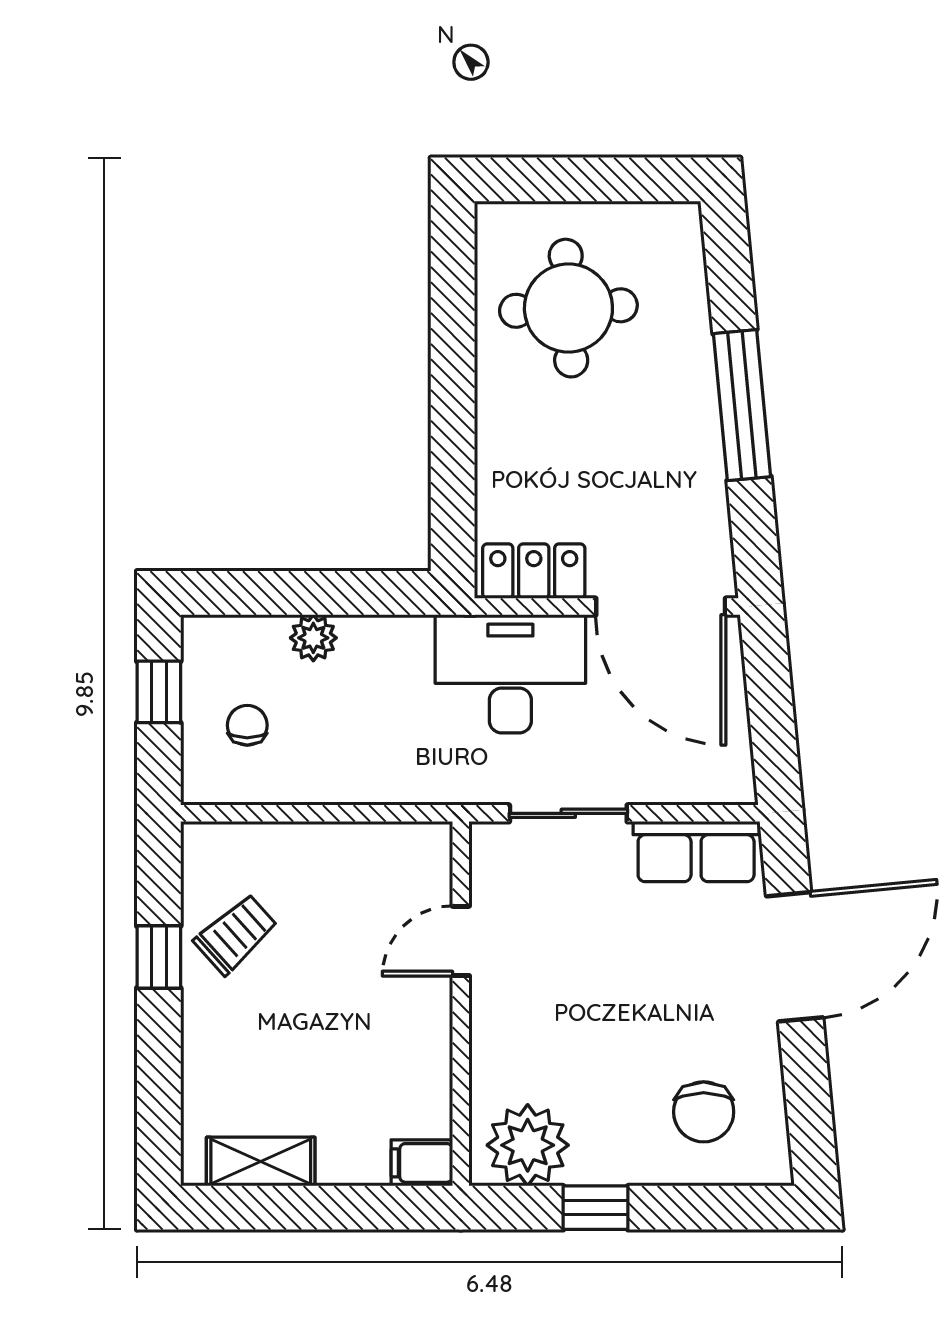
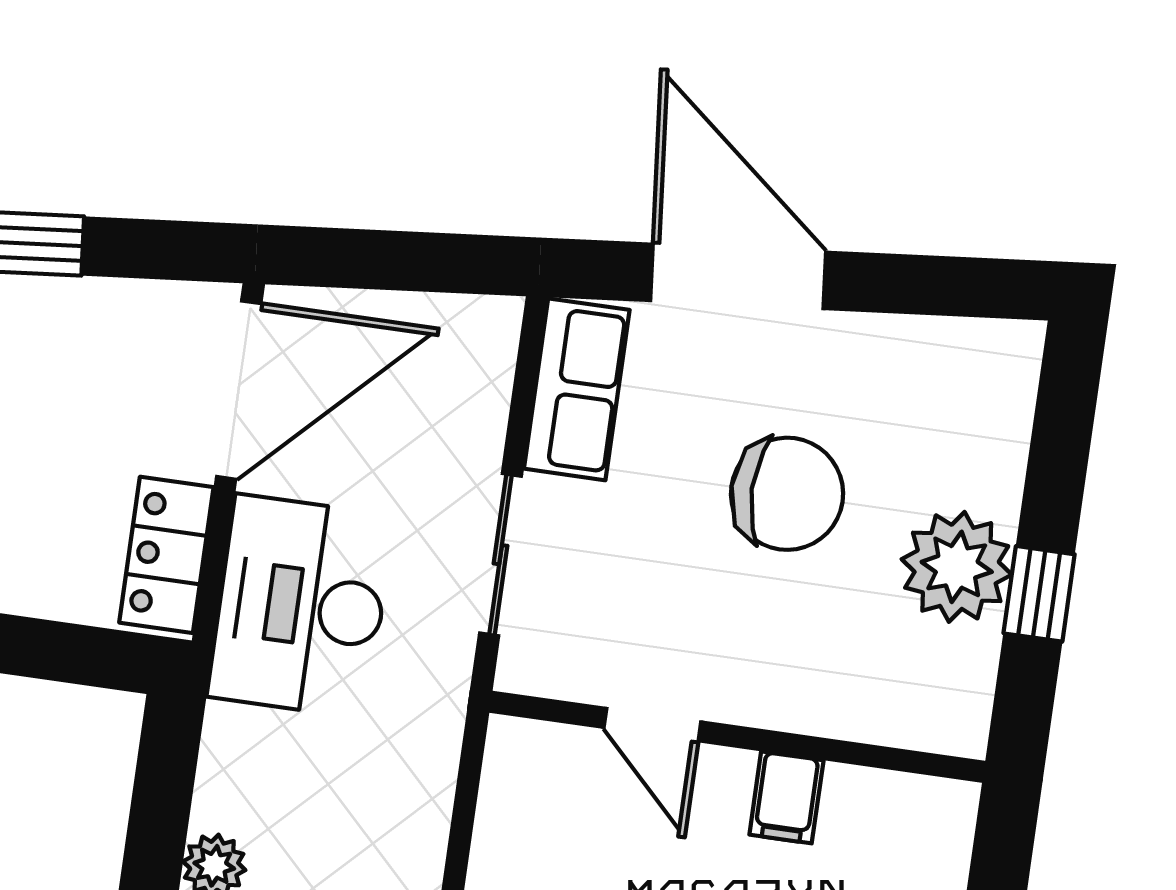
chair: (704, 1112) -> (787, 494), moved, width x1.37, depth x1.37
plant: (528, 1145) -> (957, 567), moved
filing cabinet: (422, 1163) -> (786, 797), moved

